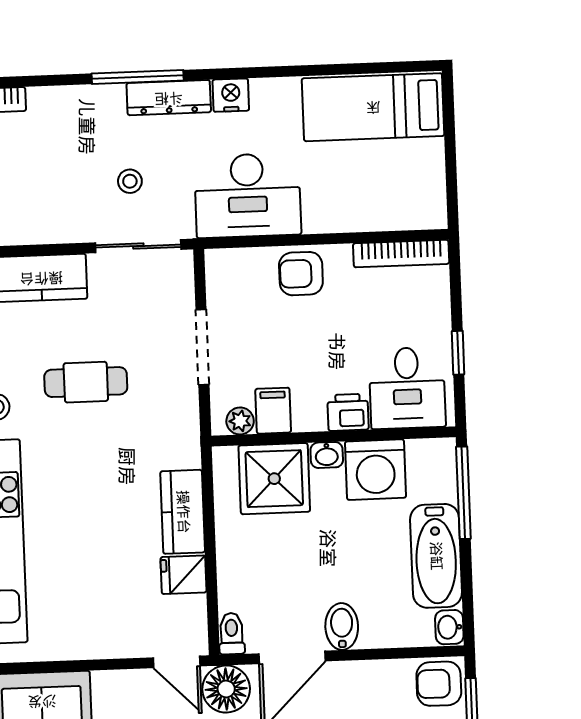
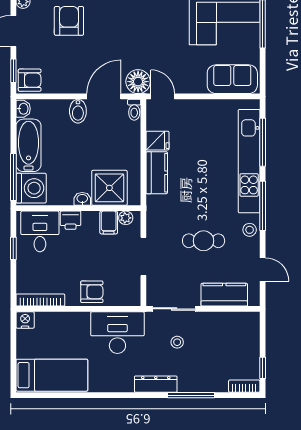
window: (138, 77) -> (191, 395), moved
nightstand: (231, 95) -> (25, 320), moved, turned 180
washing machine: (376, 470) -> (31, 188), moved, turned 90

